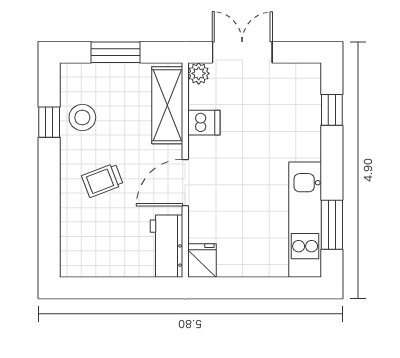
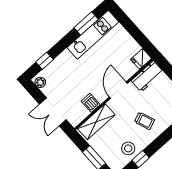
plant: (199, 73) -> (40, 82), moved
door: (185, 183) -> (118, 90), swing flipped

